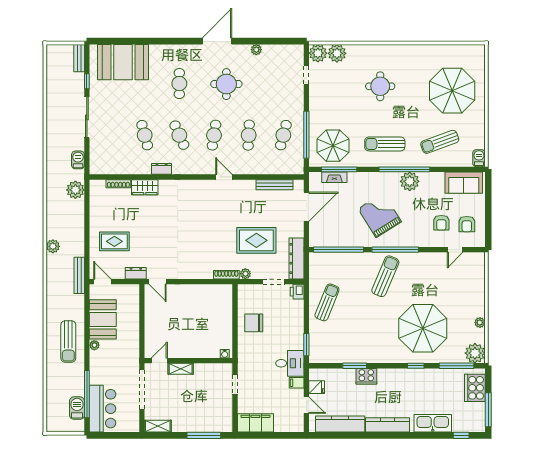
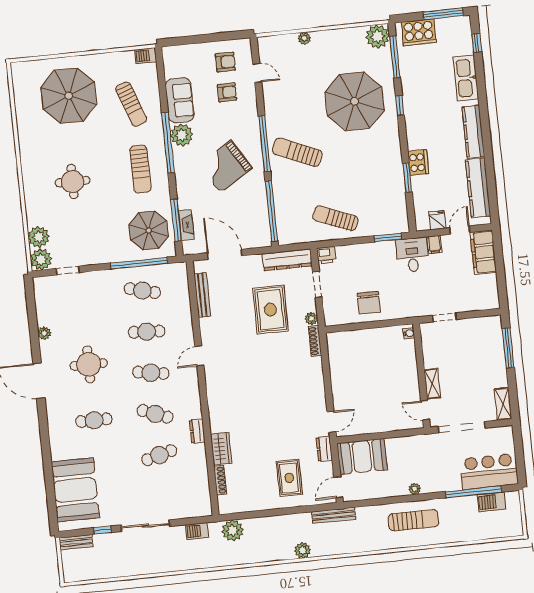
cafe table: (179, 135) -> (155, 414), turned 45
sofa: (464, 183) -> (180, 100), moved
booth: (103, 319) -> (362, 457), moved
plant: (480, 323) -> (304, 38), moved
filing cabinet: (255, 423) -> (483, 252), moved

